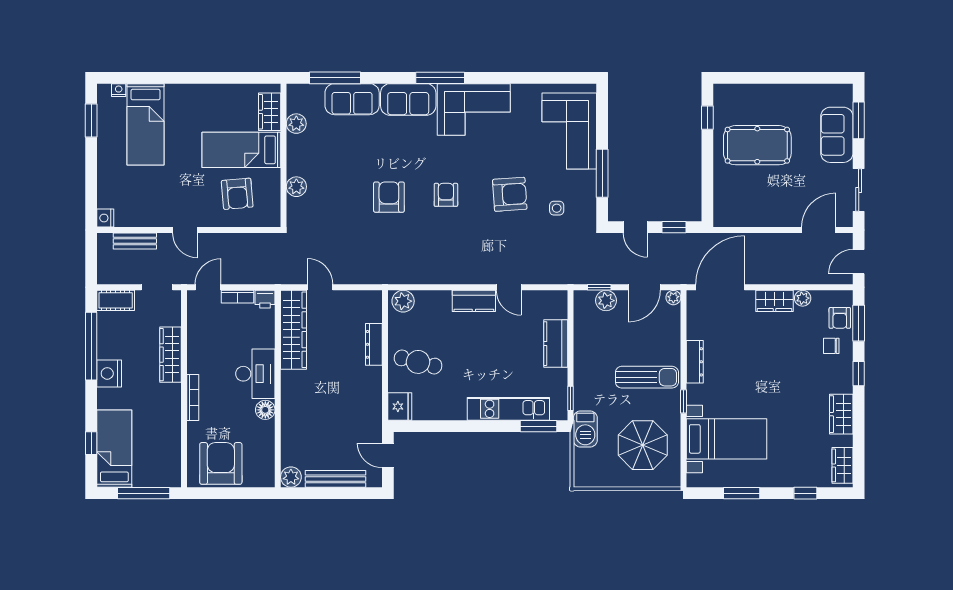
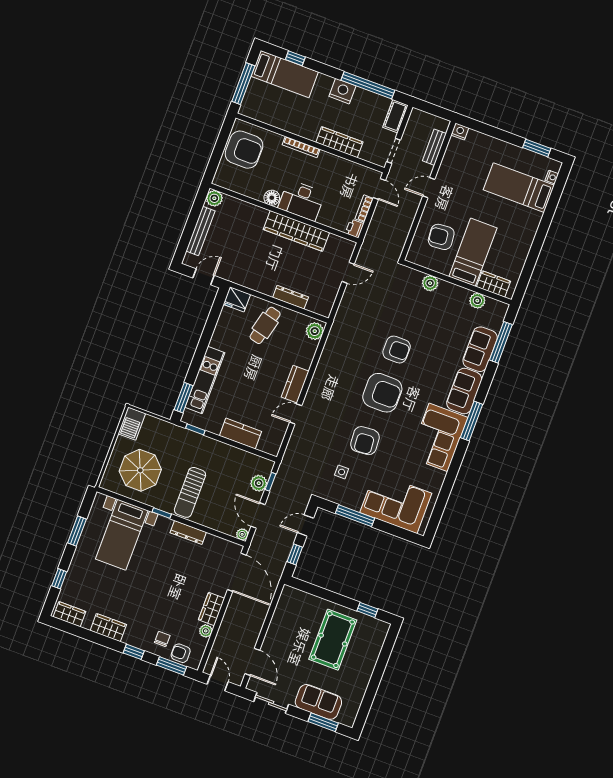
armchair: (446, 195) -> (382, 393), width x1.88, depth x1.88
wardrobe: (293, 330) -> (296, 231), moved
barbecue: (585, 429) -> (132, 424), moved, turned -90

